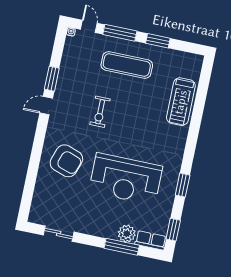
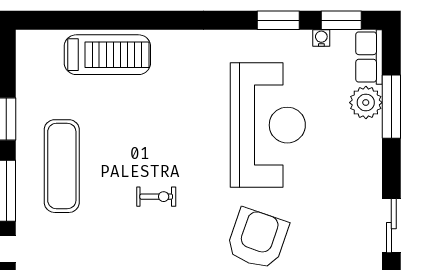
exercise bike: (100, 112) -> (156, 197), width x0.73, depth x0.72
window: (183, 185) -> (278, 20), moved
water cooler: (166, 217) -> (321, 38), added

